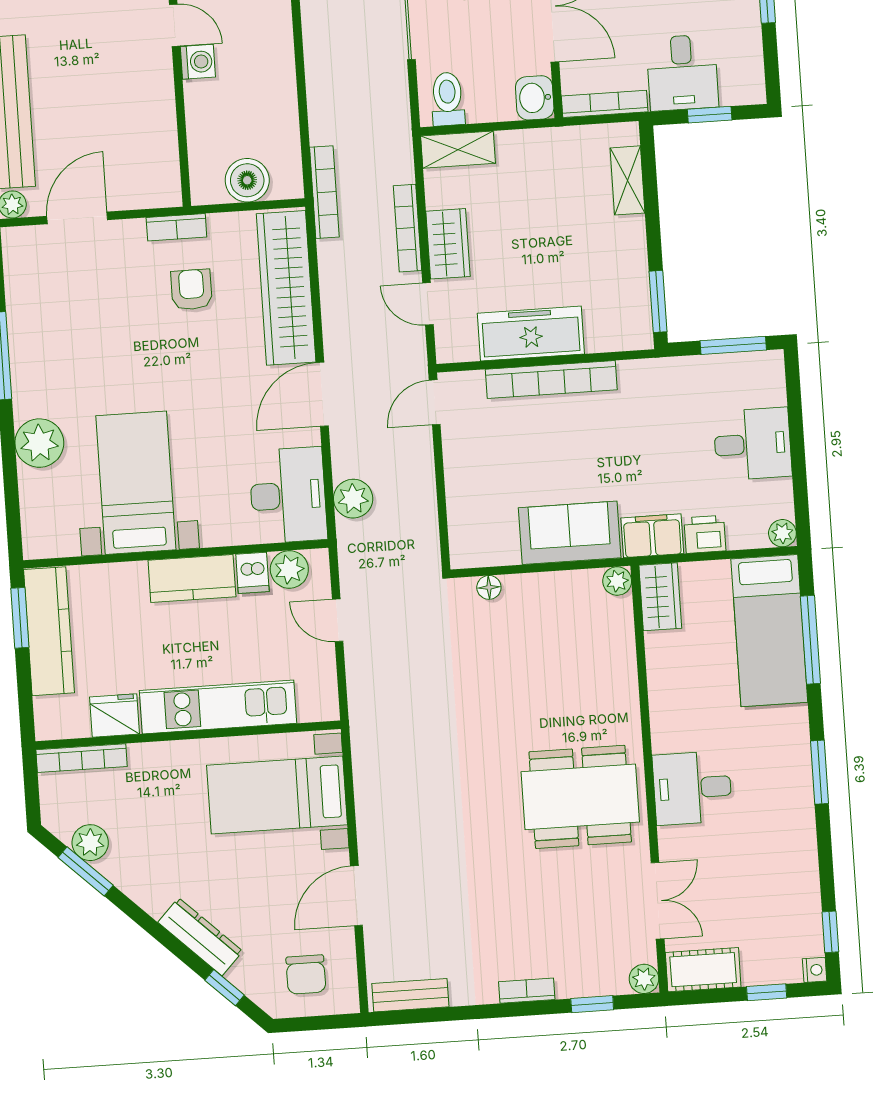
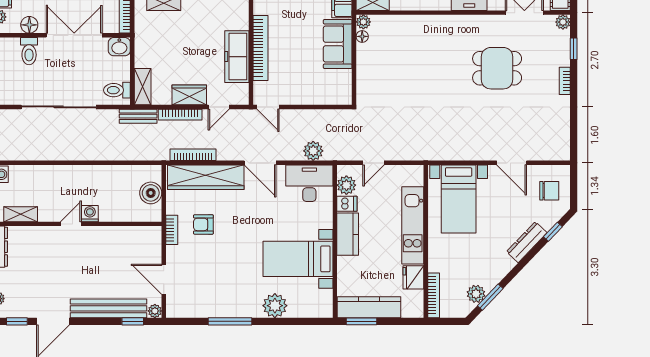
bookcase: (324, 192) -> (193, 155), moved
floor lamp: (489, 587) -> (362, 36), moved
dining table: (580, 797) -> (497, 68), moved, width x0.73
bench: (410, 995) -> (138, 116), moved, turned 90

